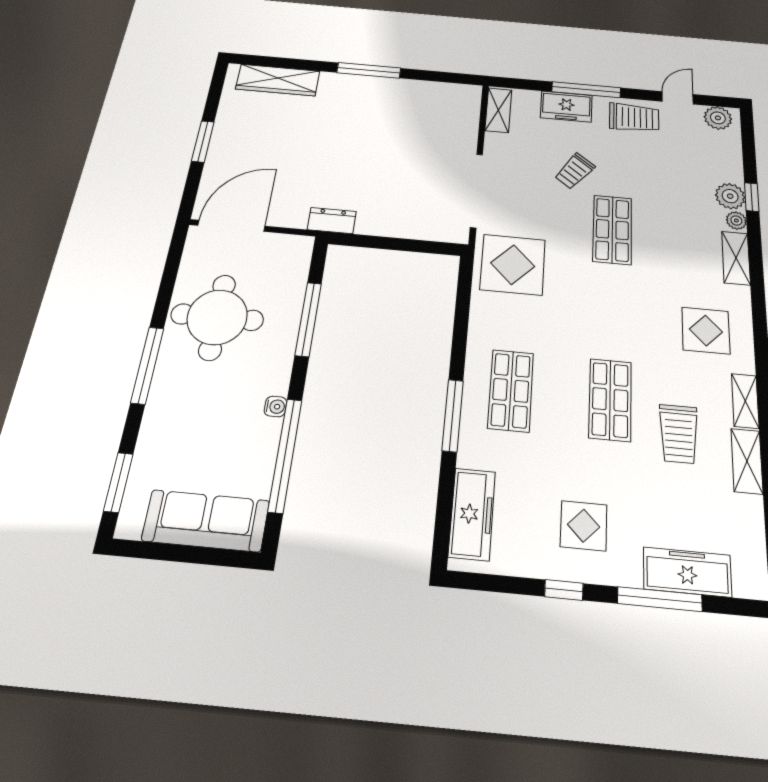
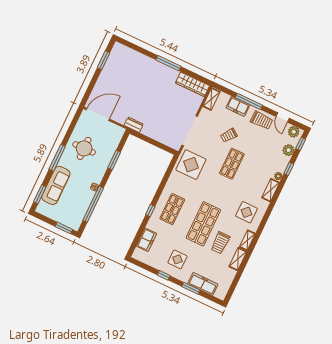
wardrobe: (278, 80) -> (192, 84), moved
door: (678, 98) -> (283, 117), swing flipped
window: (748, 137) -> (301, 144), added
window: (203, 141) -> (104, 60), moved
plant: (730, 196) -> (288, 150), moved
round table: (217, 317) -> (84, 148), width x0.73, depth x0.73
window: (308, 319) -> (114, 160), width x0.69
shop shelf: (610, 400) -> (203, 224), width x1.43, depth x1.36
window: (453, 415) -> (150, 211), width x0.46
freezer: (472, 514) -> (147, 240), width x0.71
sofa: (206, 521) -> (56, 185), moved, turned 90
window: (216, 557) -> (64, 228), added
window: (660, 599) -> (191, 288), width x0.69

